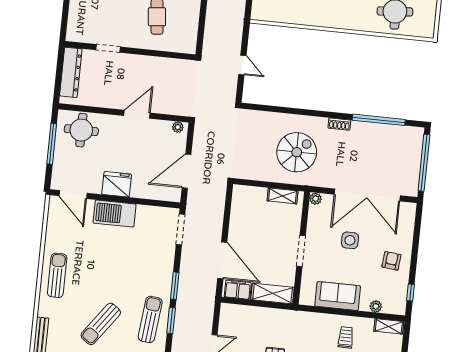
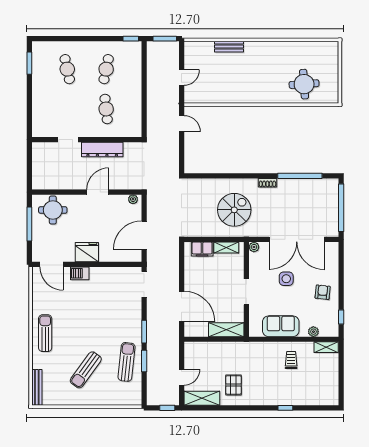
door: (242, 65) -> (182, 124), moved
dresser: (71, 72) -> (102, 149), moved, turned 90
barbecue: (115, 214) -> (80, 273), width x0.53, depth x0.65
filing cabinet: (238, 290) -> (202, 249), moved, turned 180

